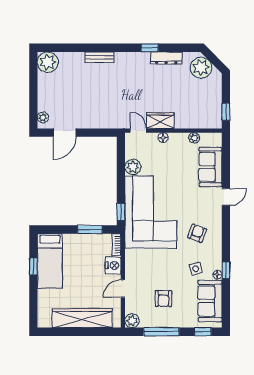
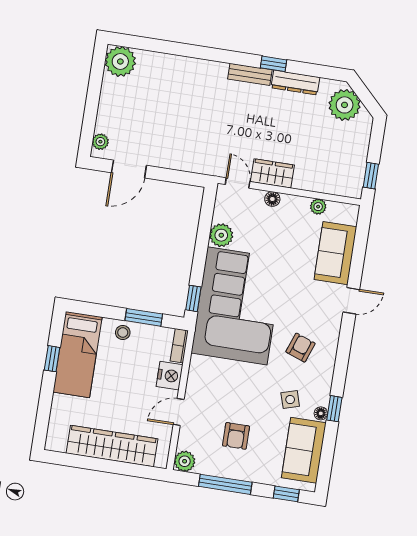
bench: (99, 57) -> (250, 74), moved
stool: (78, 242) -> (123, 333), added

